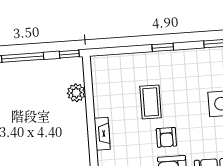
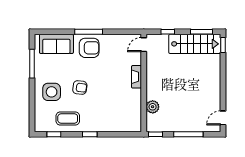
coffee table: (151, 102) -> (68, 119), moved, turned 90
armchair: (166, 137) -> (80, 88), moved, turned 97

